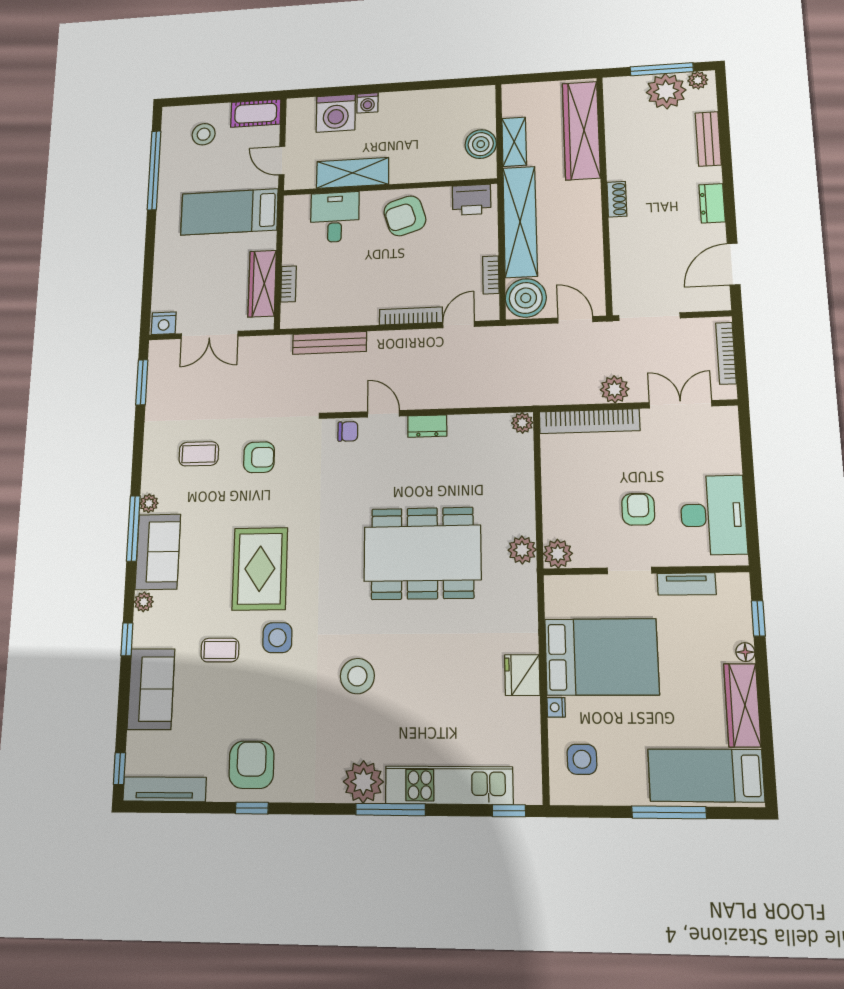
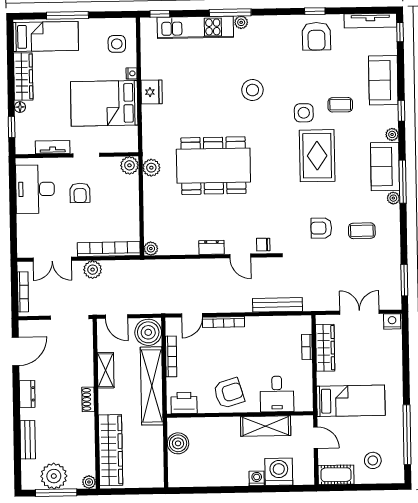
plant: (698, 80) -> (89, 482), moved
shelving: (514, 142) -> (106, 370), moved
bookcase: (491, 275) -> (171, 356), width x1.56
plant: (363, 782) -> (241, 22), width x0.53, depth x0.53

